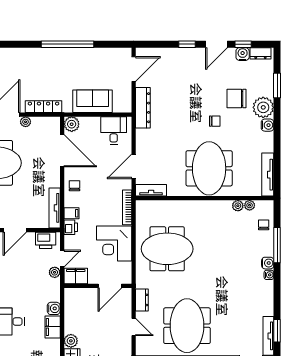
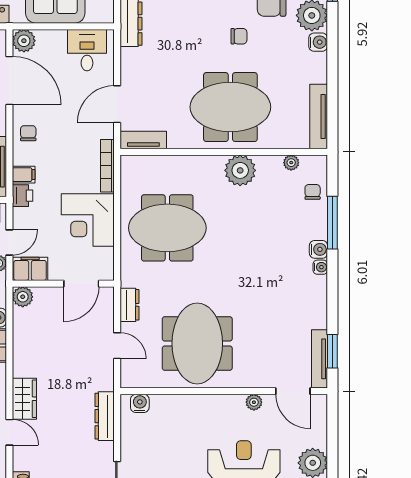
meeting table: (209, 168) -> (230, 107), turned 90
plant: (238, 206) -> (240, 170), moved, width x1.87, depth x1.87
plant: (71, 341) -> (23, 297), moved

